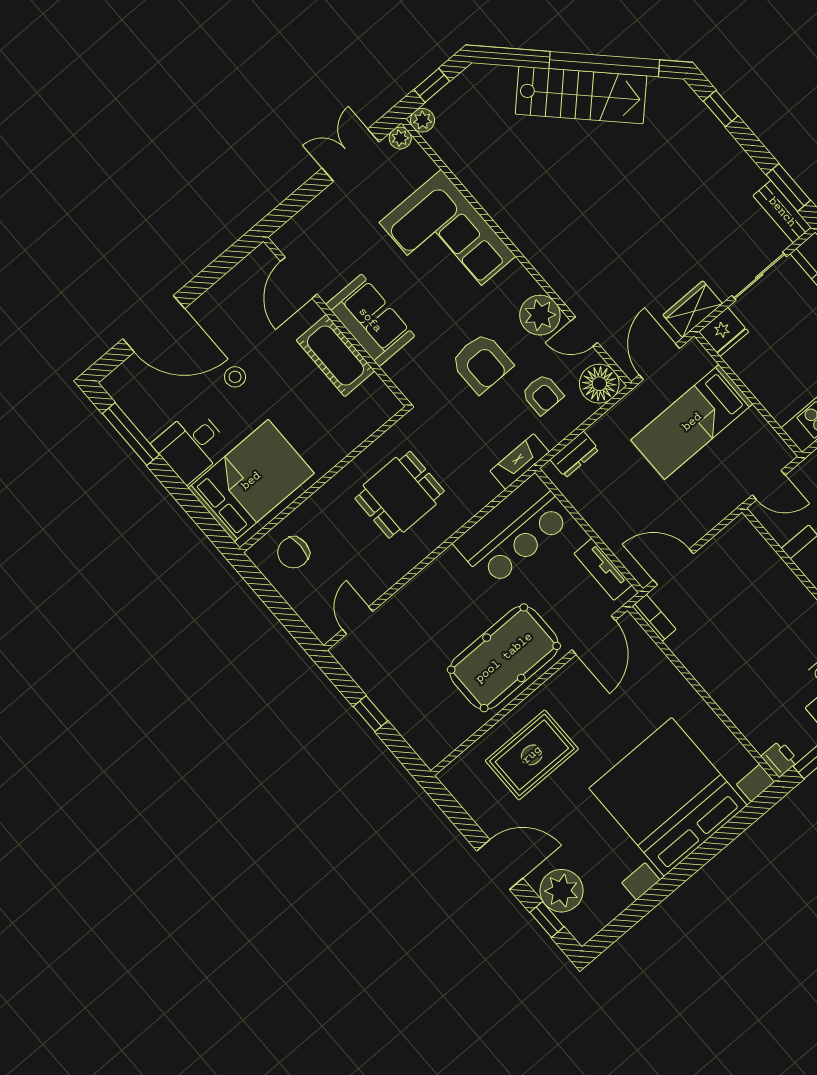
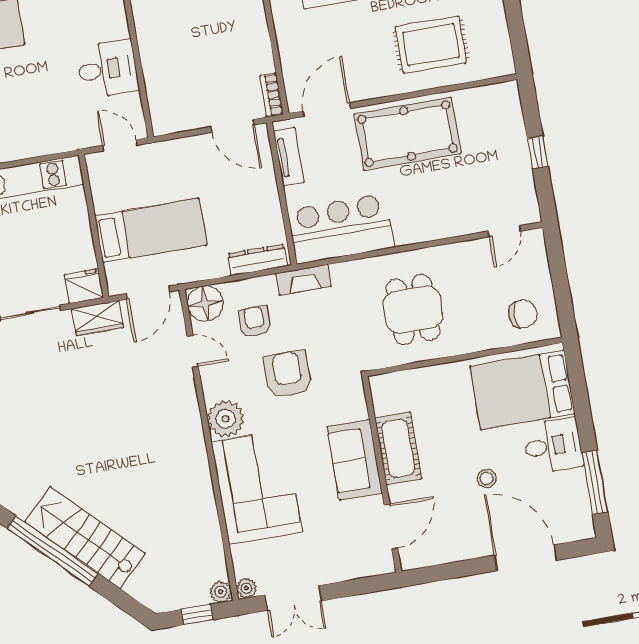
plant: (540, 315) -> (226, 419), moved
dresser: (574, 454) -> (258, 260), width x1.44
dining table: (400, 495) -> (413, 310), turned 90

